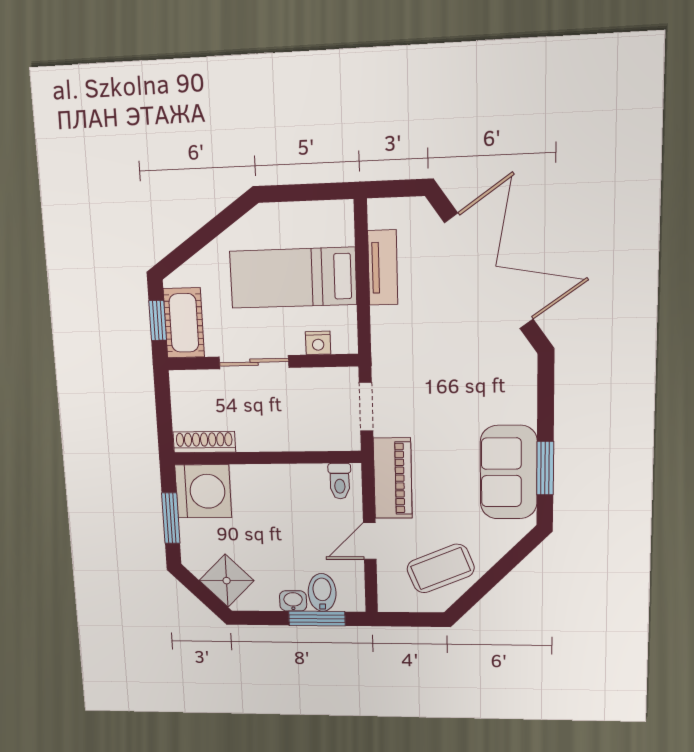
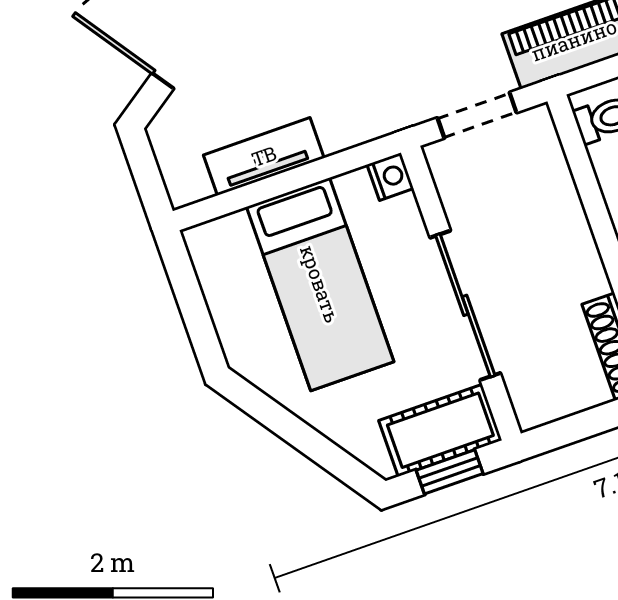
nightstand: (318, 343) -> (390, 177), moved
sliding door: (254, 362) -> (465, 305), width x1.37

